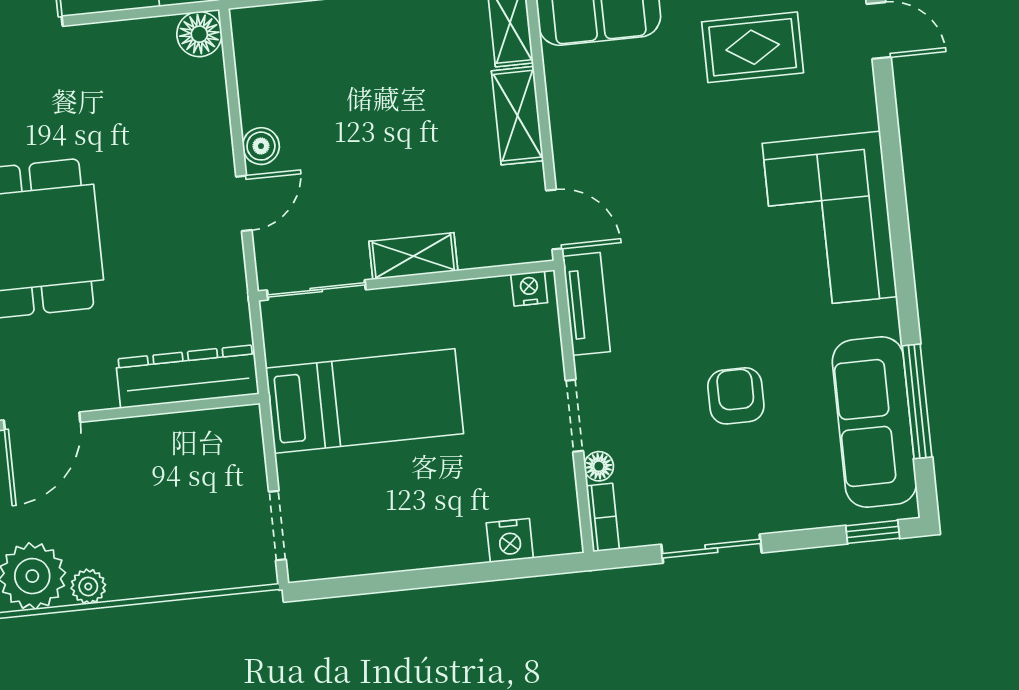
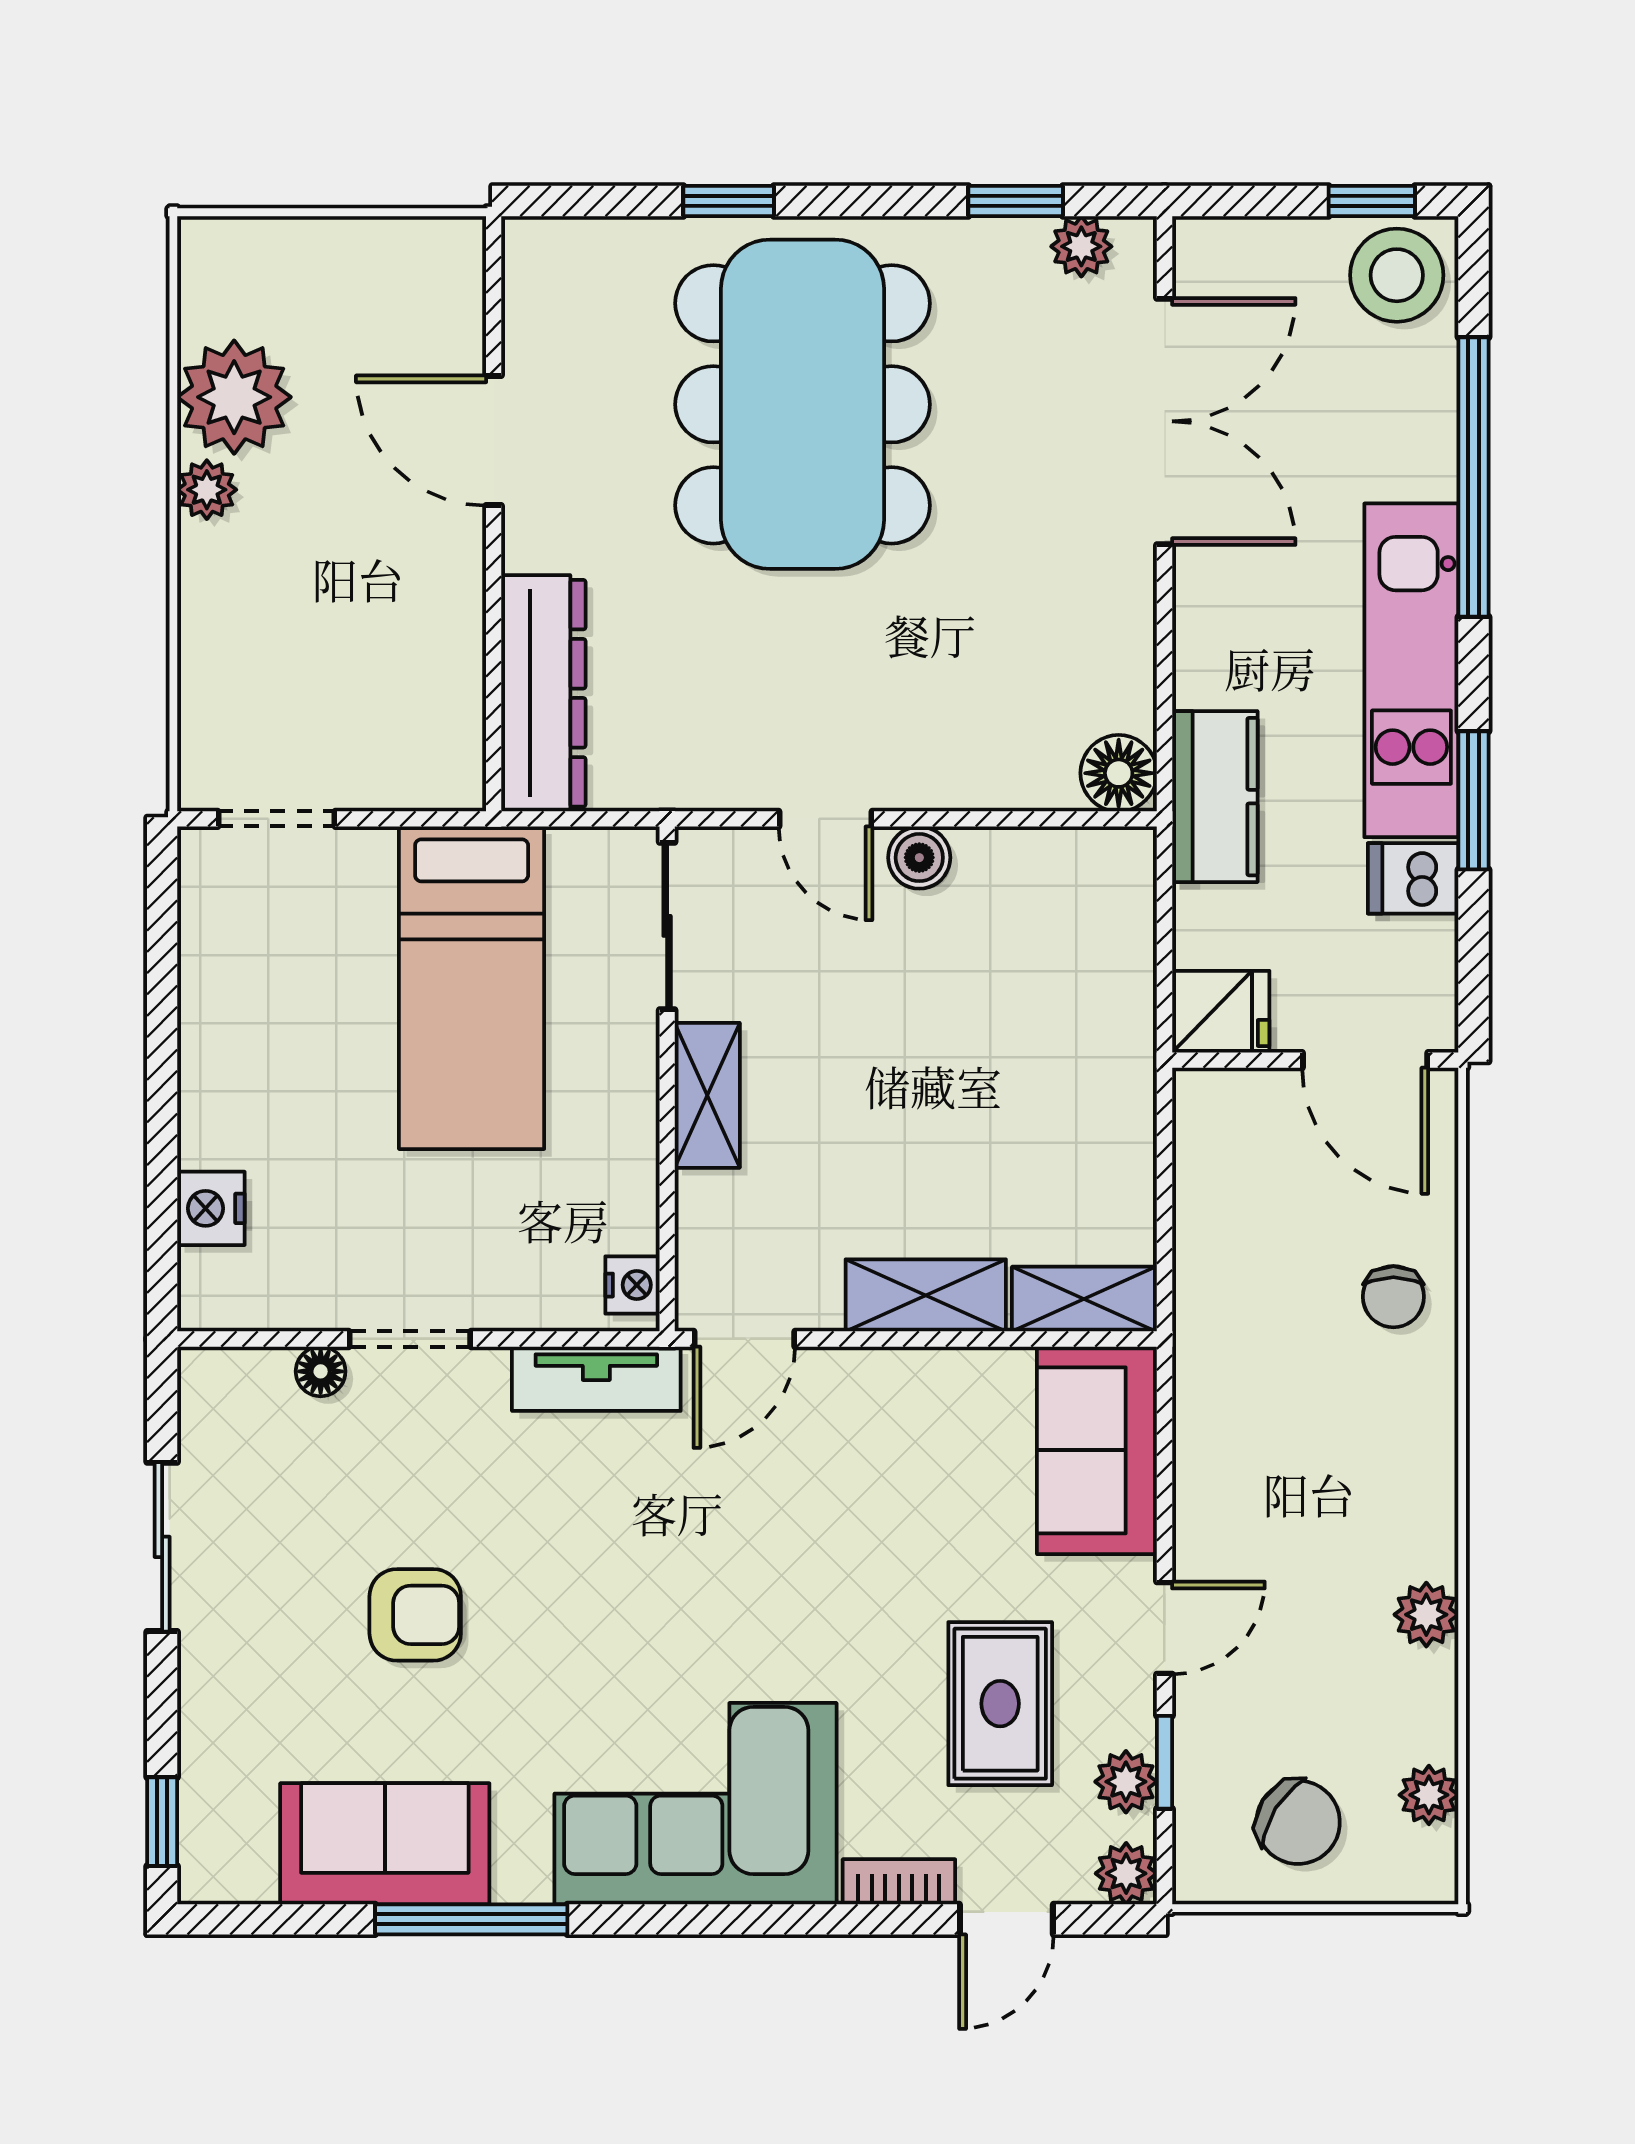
window: (917, 401) -> (471, 1919), moved
sofa: (874, 422) -> (385, 1844), width x0.73
bookcase: (603, 518) -> (899, 1882), moved, turned 180

